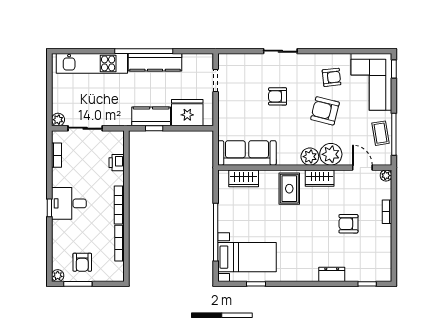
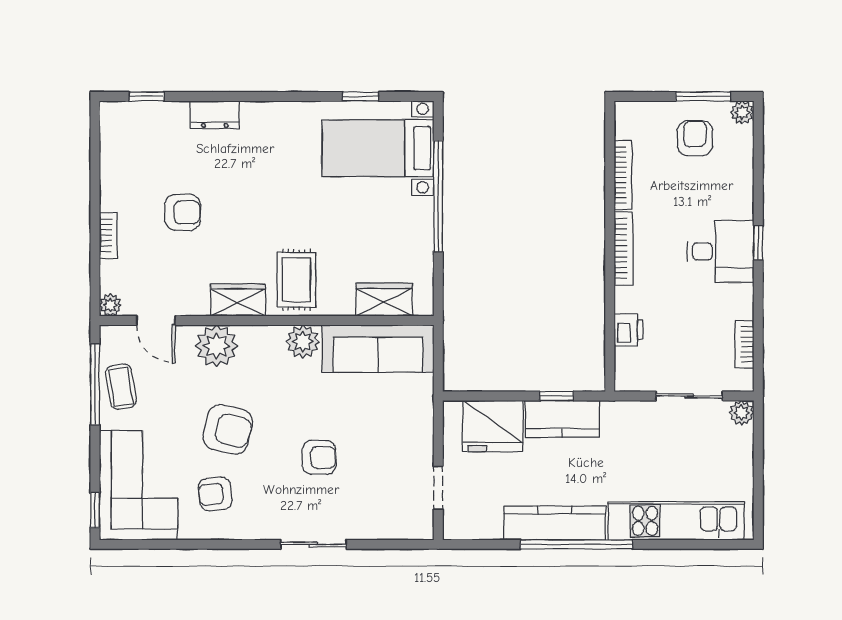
plant: (310, 157) -> (303, 342), moved

